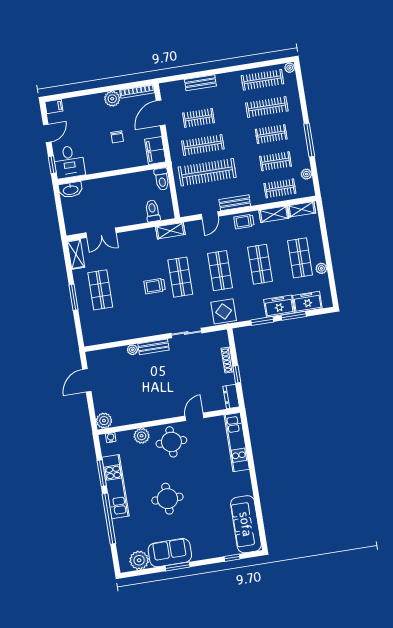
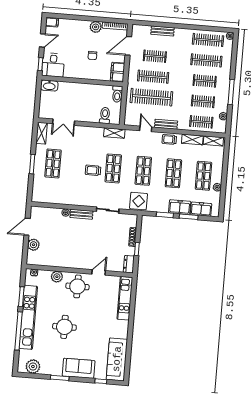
door: (210, 215) -> (146, 129), swing flipped
plant: (104, 421) -> (33, 245), moved
kitchen unit: (115, 487) -> (28, 317), width x1.36
sofa: (170, 553) -> (79, 368), moved

